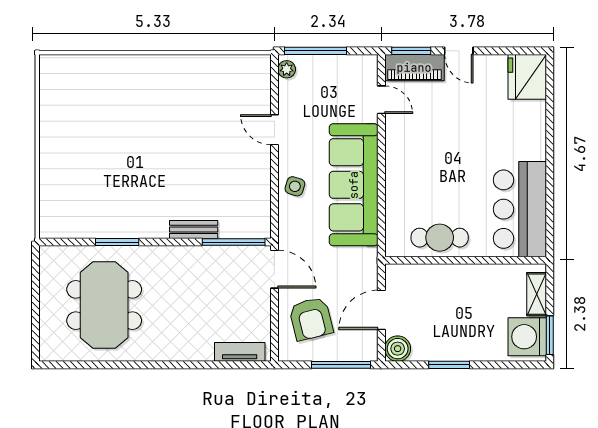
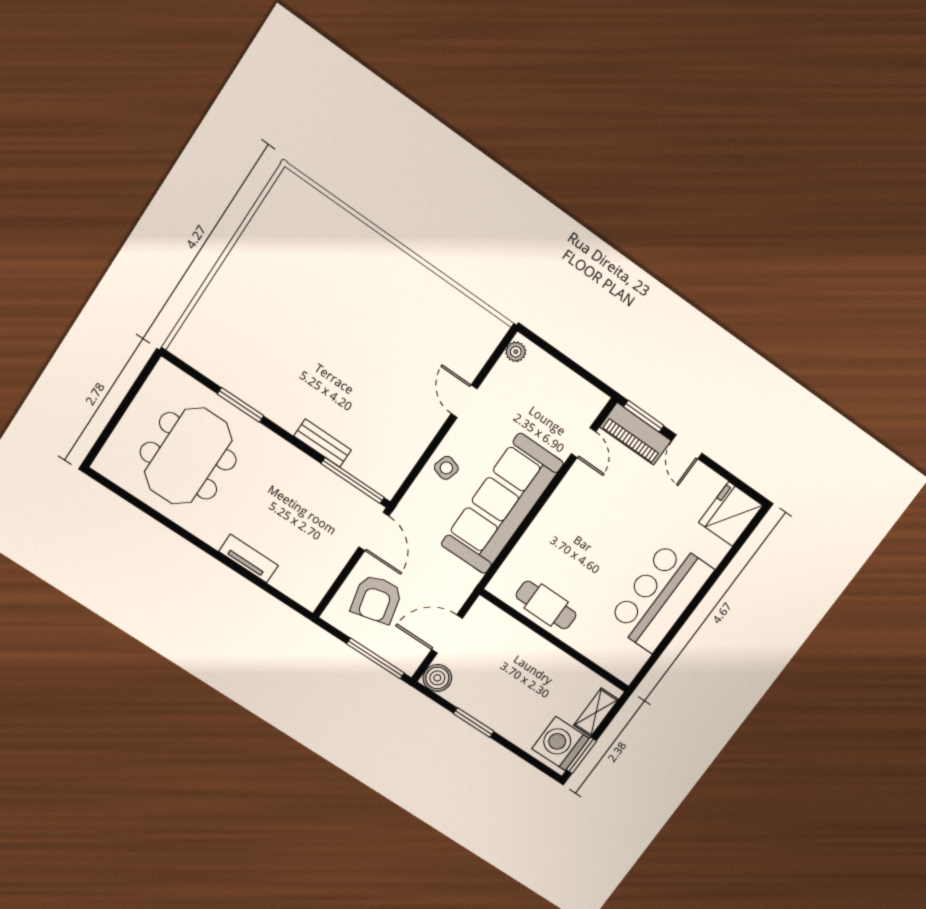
window: (316, 51) -> (555, 353), removed
bar counter: (520, 209) -> (660, 596), moved
tv unit: (240, 352) -> (248, 558), moved

